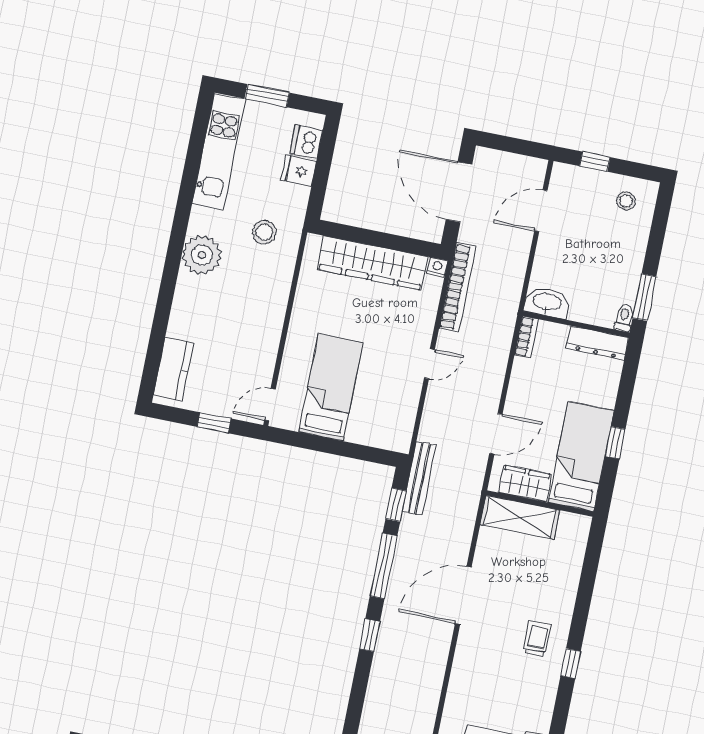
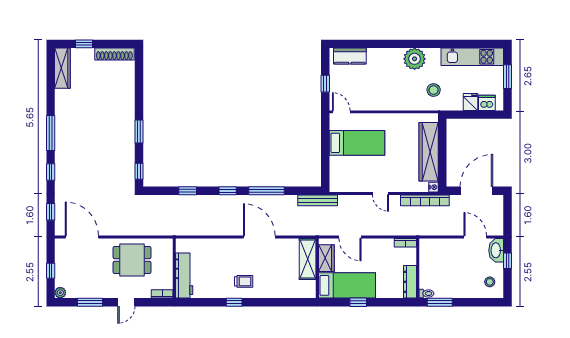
washbasin: (547, 302) -> (496, 250), moved, turned 180
window: (396, 505) -> (188, 191), moved

